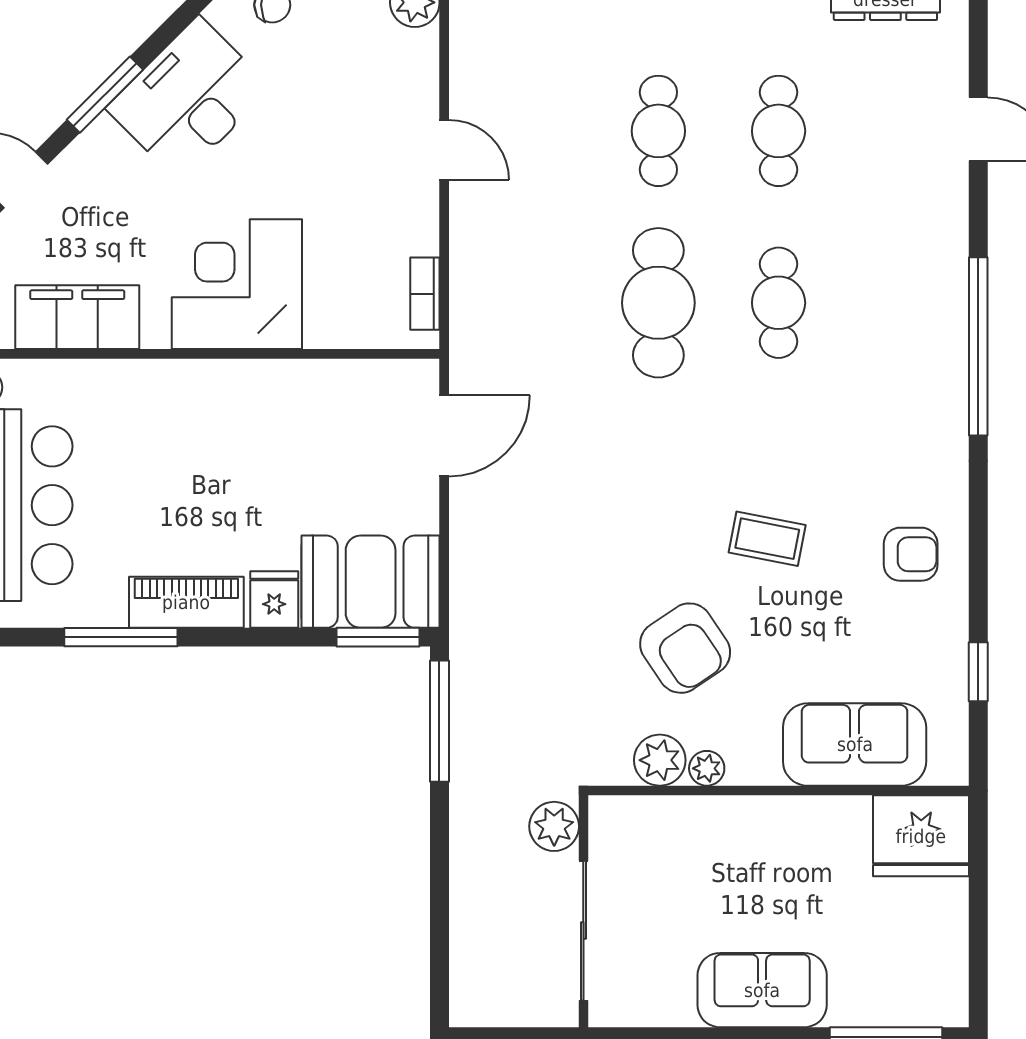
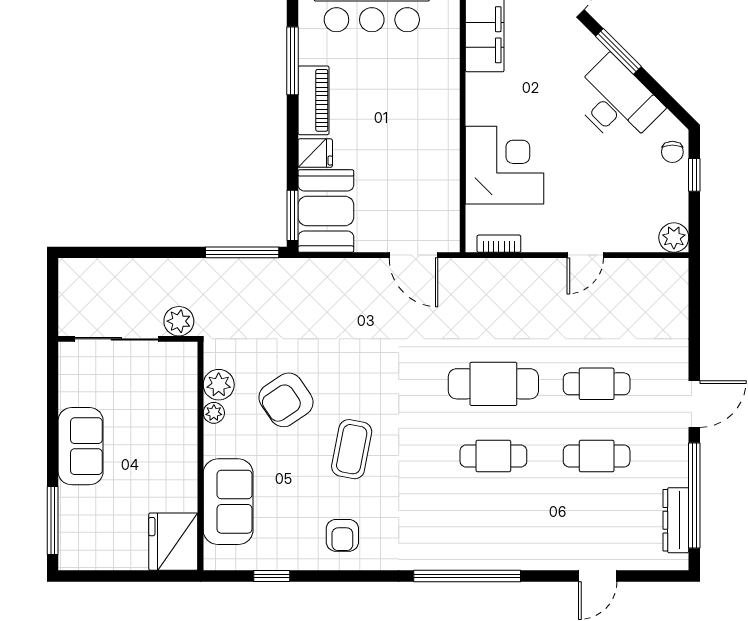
corner desk: (237, 284) -> (505, 165), moved
coffee table: (767, 539) -> (352, 449), width x1.36, depth x1.30

